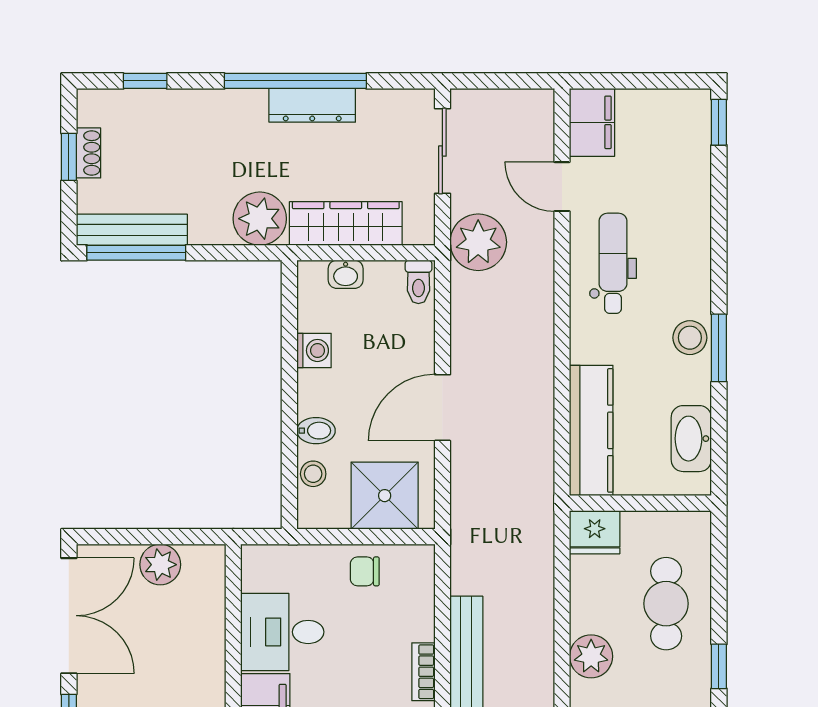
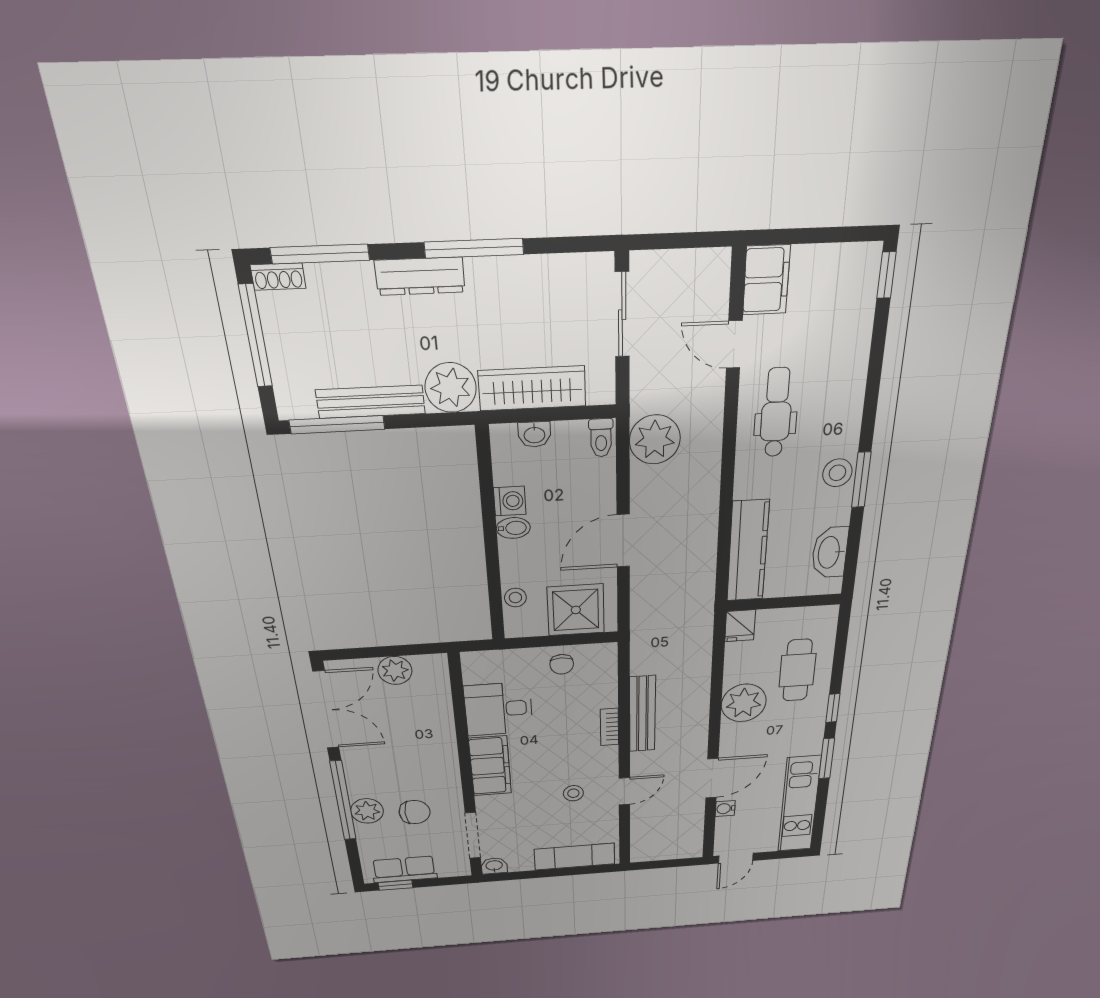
window: (145, 81) -> (320, 254), width x2.17
window: (295, 81) -> (474, 248), width x0.68
dresser: (312, 105) -> (420, 276), moved
shoe rack: (89, 153) -> (278, 277), moved, turned 90
window: (69, 157) -> (256, 336), width x2.17
bench: (132, 230) -> (371, 402), moved
plant: (478, 242) -> (655, 440), moved
bidet: (316, 431) -> (513, 528), moved
fridge: (595, 532) -> (740, 626), width x0.72
chair: (365, 571) -> (562, 664), turned -90
plant: (591, 656) -> (744, 703), width x1.36, depth x1.36

